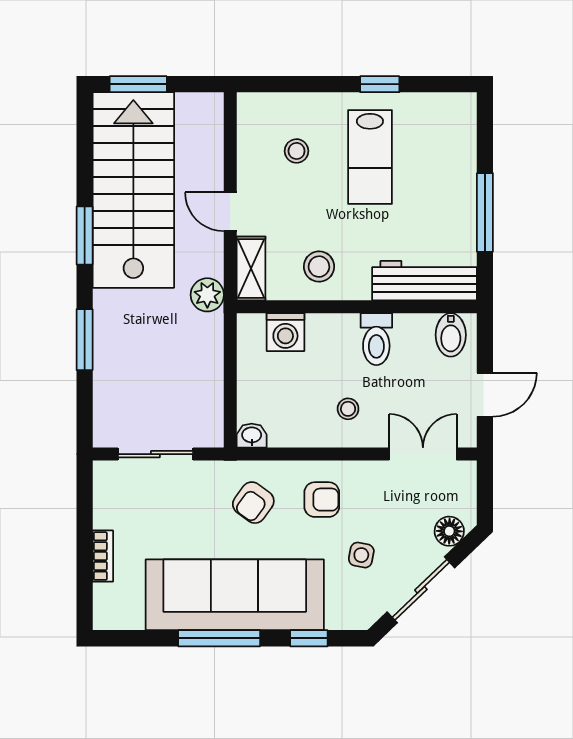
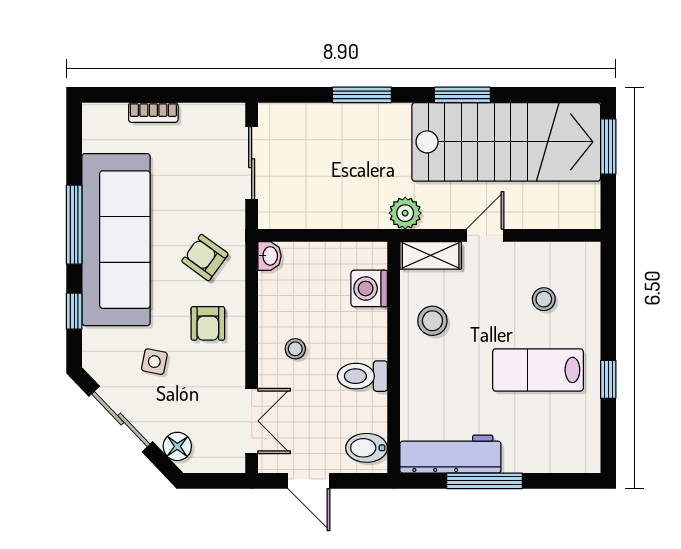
workbench: (425, 281) -> (450, 454), moved, turned -90

